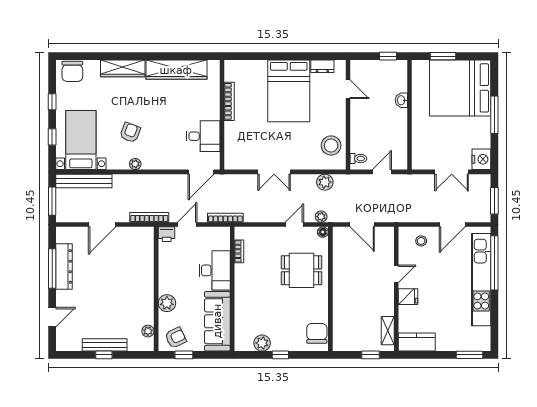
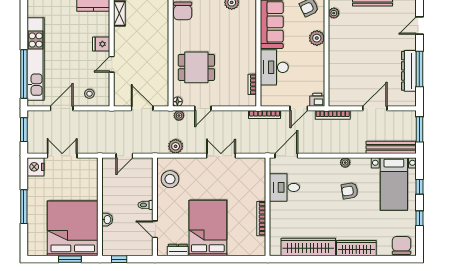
bed: (460, 88) -> (73, 228), moved, turned -90
armchair: (130, 133) -> (350, 191), turned 60
toilet: (358, 159) -> (146, 205), moved

